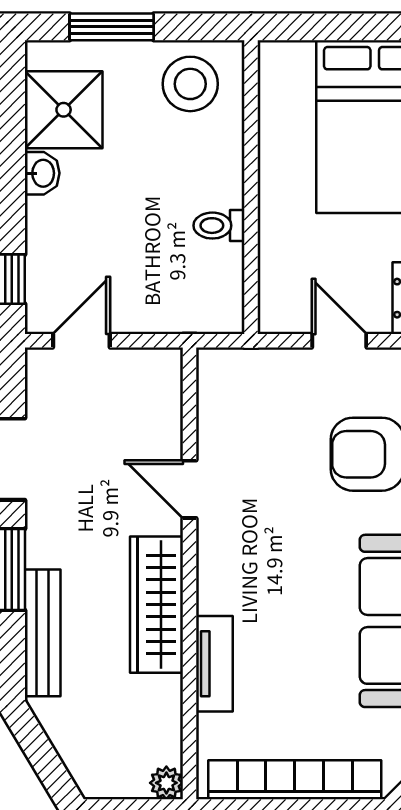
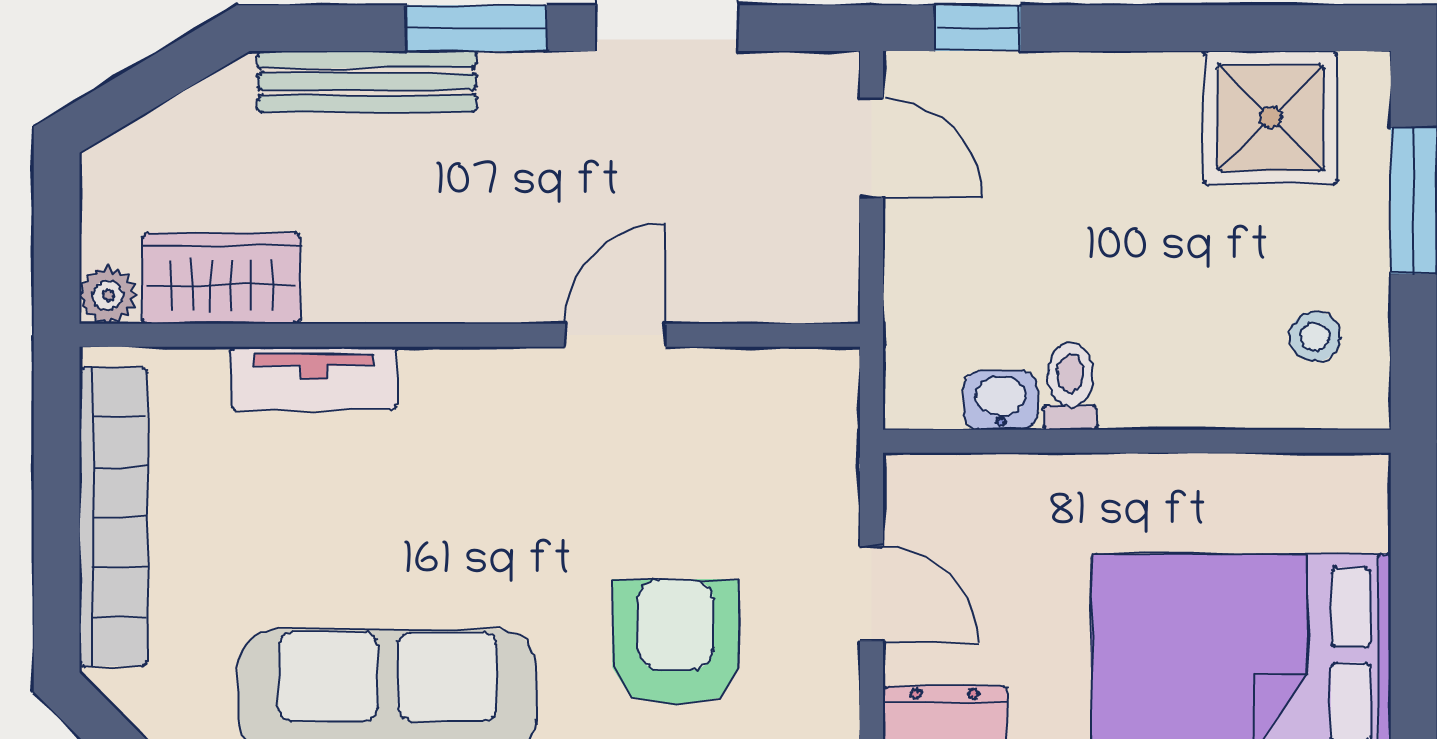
stool: (190, 84) -> (1315, 336), width x0.53, depth x0.53
washbasin: (42, 173) -> (1001, 400), moved, turned 180
door: (339, 341) -> (872, 594), hinge flipped
wardrobe: (157, 605) -> (221, 278), moved, width x0.67

